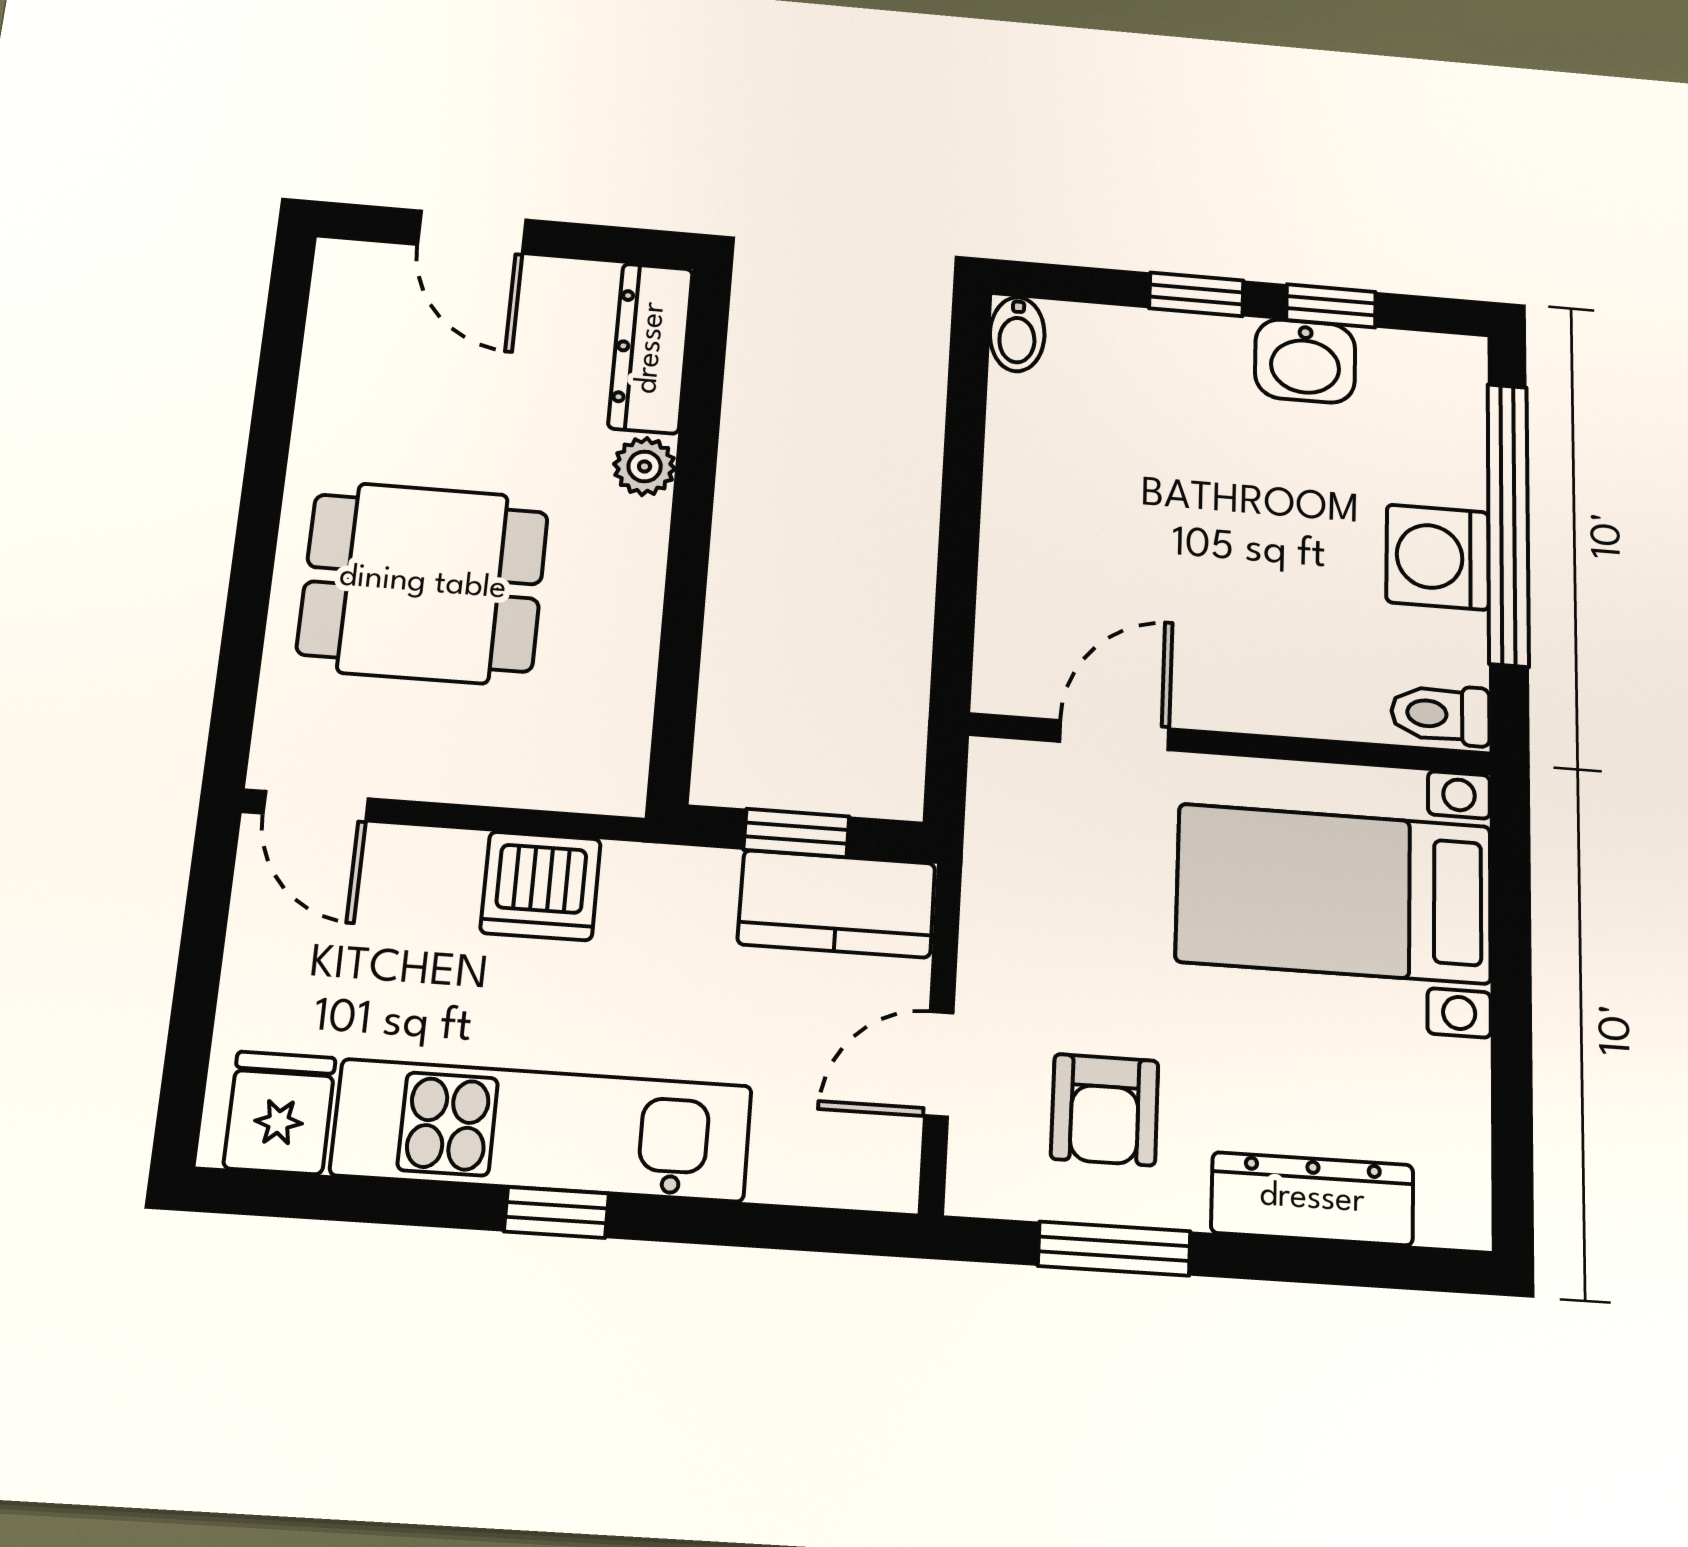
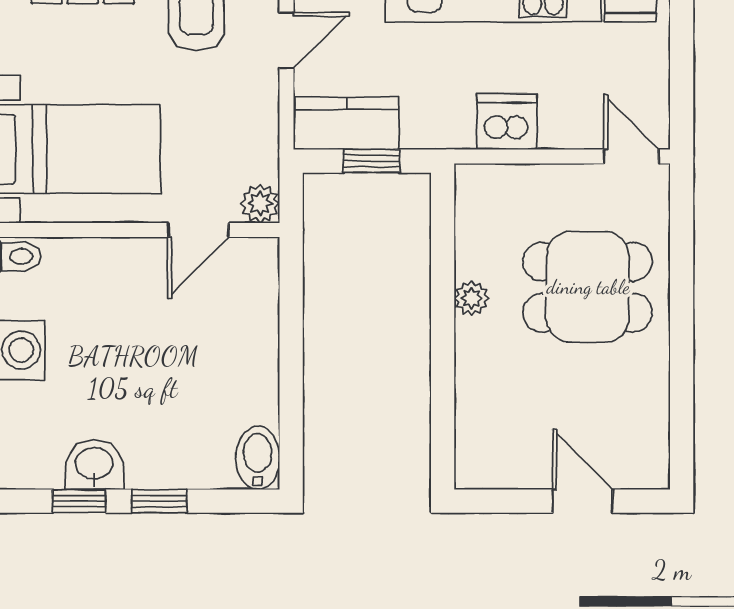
bidet: (1017, 334) -> (258, 458), width x1.38, depth x1.36
dresser: (651, 348) -> (474, 438), removed
plant: (645, 466) -> (472, 298), moved
plant: (1002, 773) -> (260, 204), added

